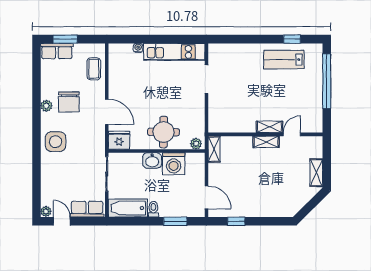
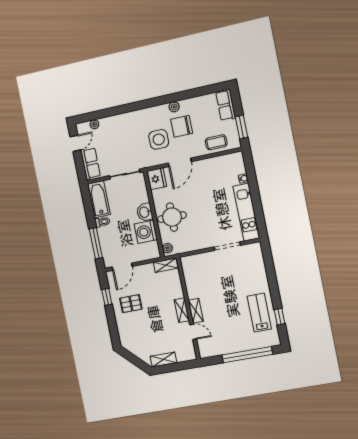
window: (65, 39) -> (242, 127), moved
side table: (56, 142) -> (159, 139), moved
pallet: (249, 196) -> (131, 304), added
plant: (46, 211) -> (94, 124), moved
window: (175, 221) -> (96, 243), width x1.44

